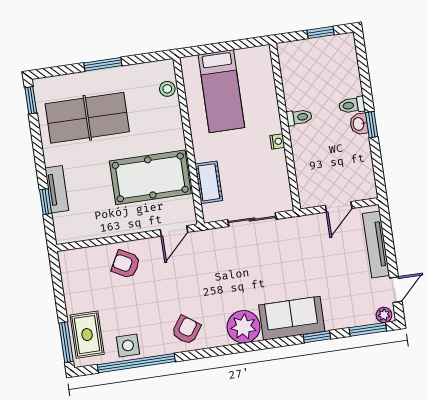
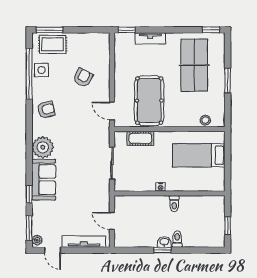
window: (46, 202) -> (127, 30), moved
armchair: (126, 264) -> (83, 78), moved
armchair: (186, 330) -> (46, 110), turned -48

